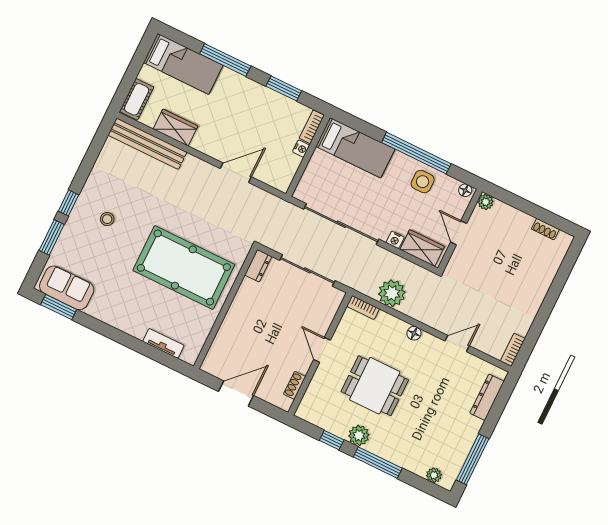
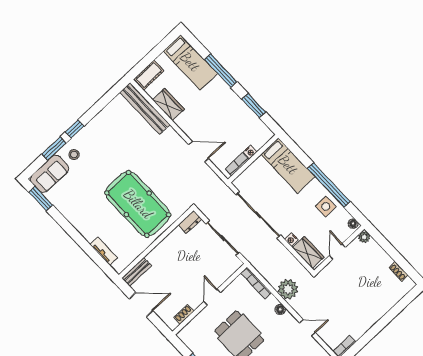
bookcase: (312, 127) -> (237, 164), moved
stool: (107, 219) -> (74, 154), moved
sofa: (67, 288) -> (50, 174), moved, turned 90
plant: (392, 293) -> (288, 289), moved
bookcase: (363, 308) -> (256, 283), width x1.56
bench: (215, 354) -> (137, 272), added

